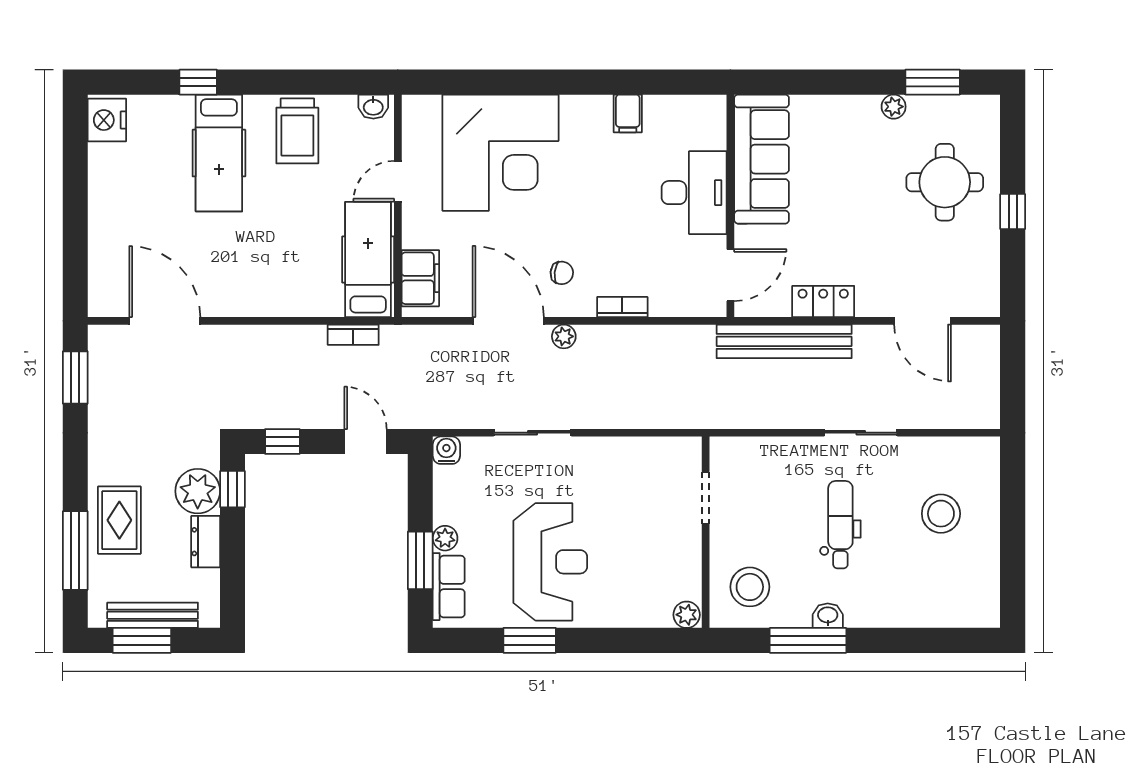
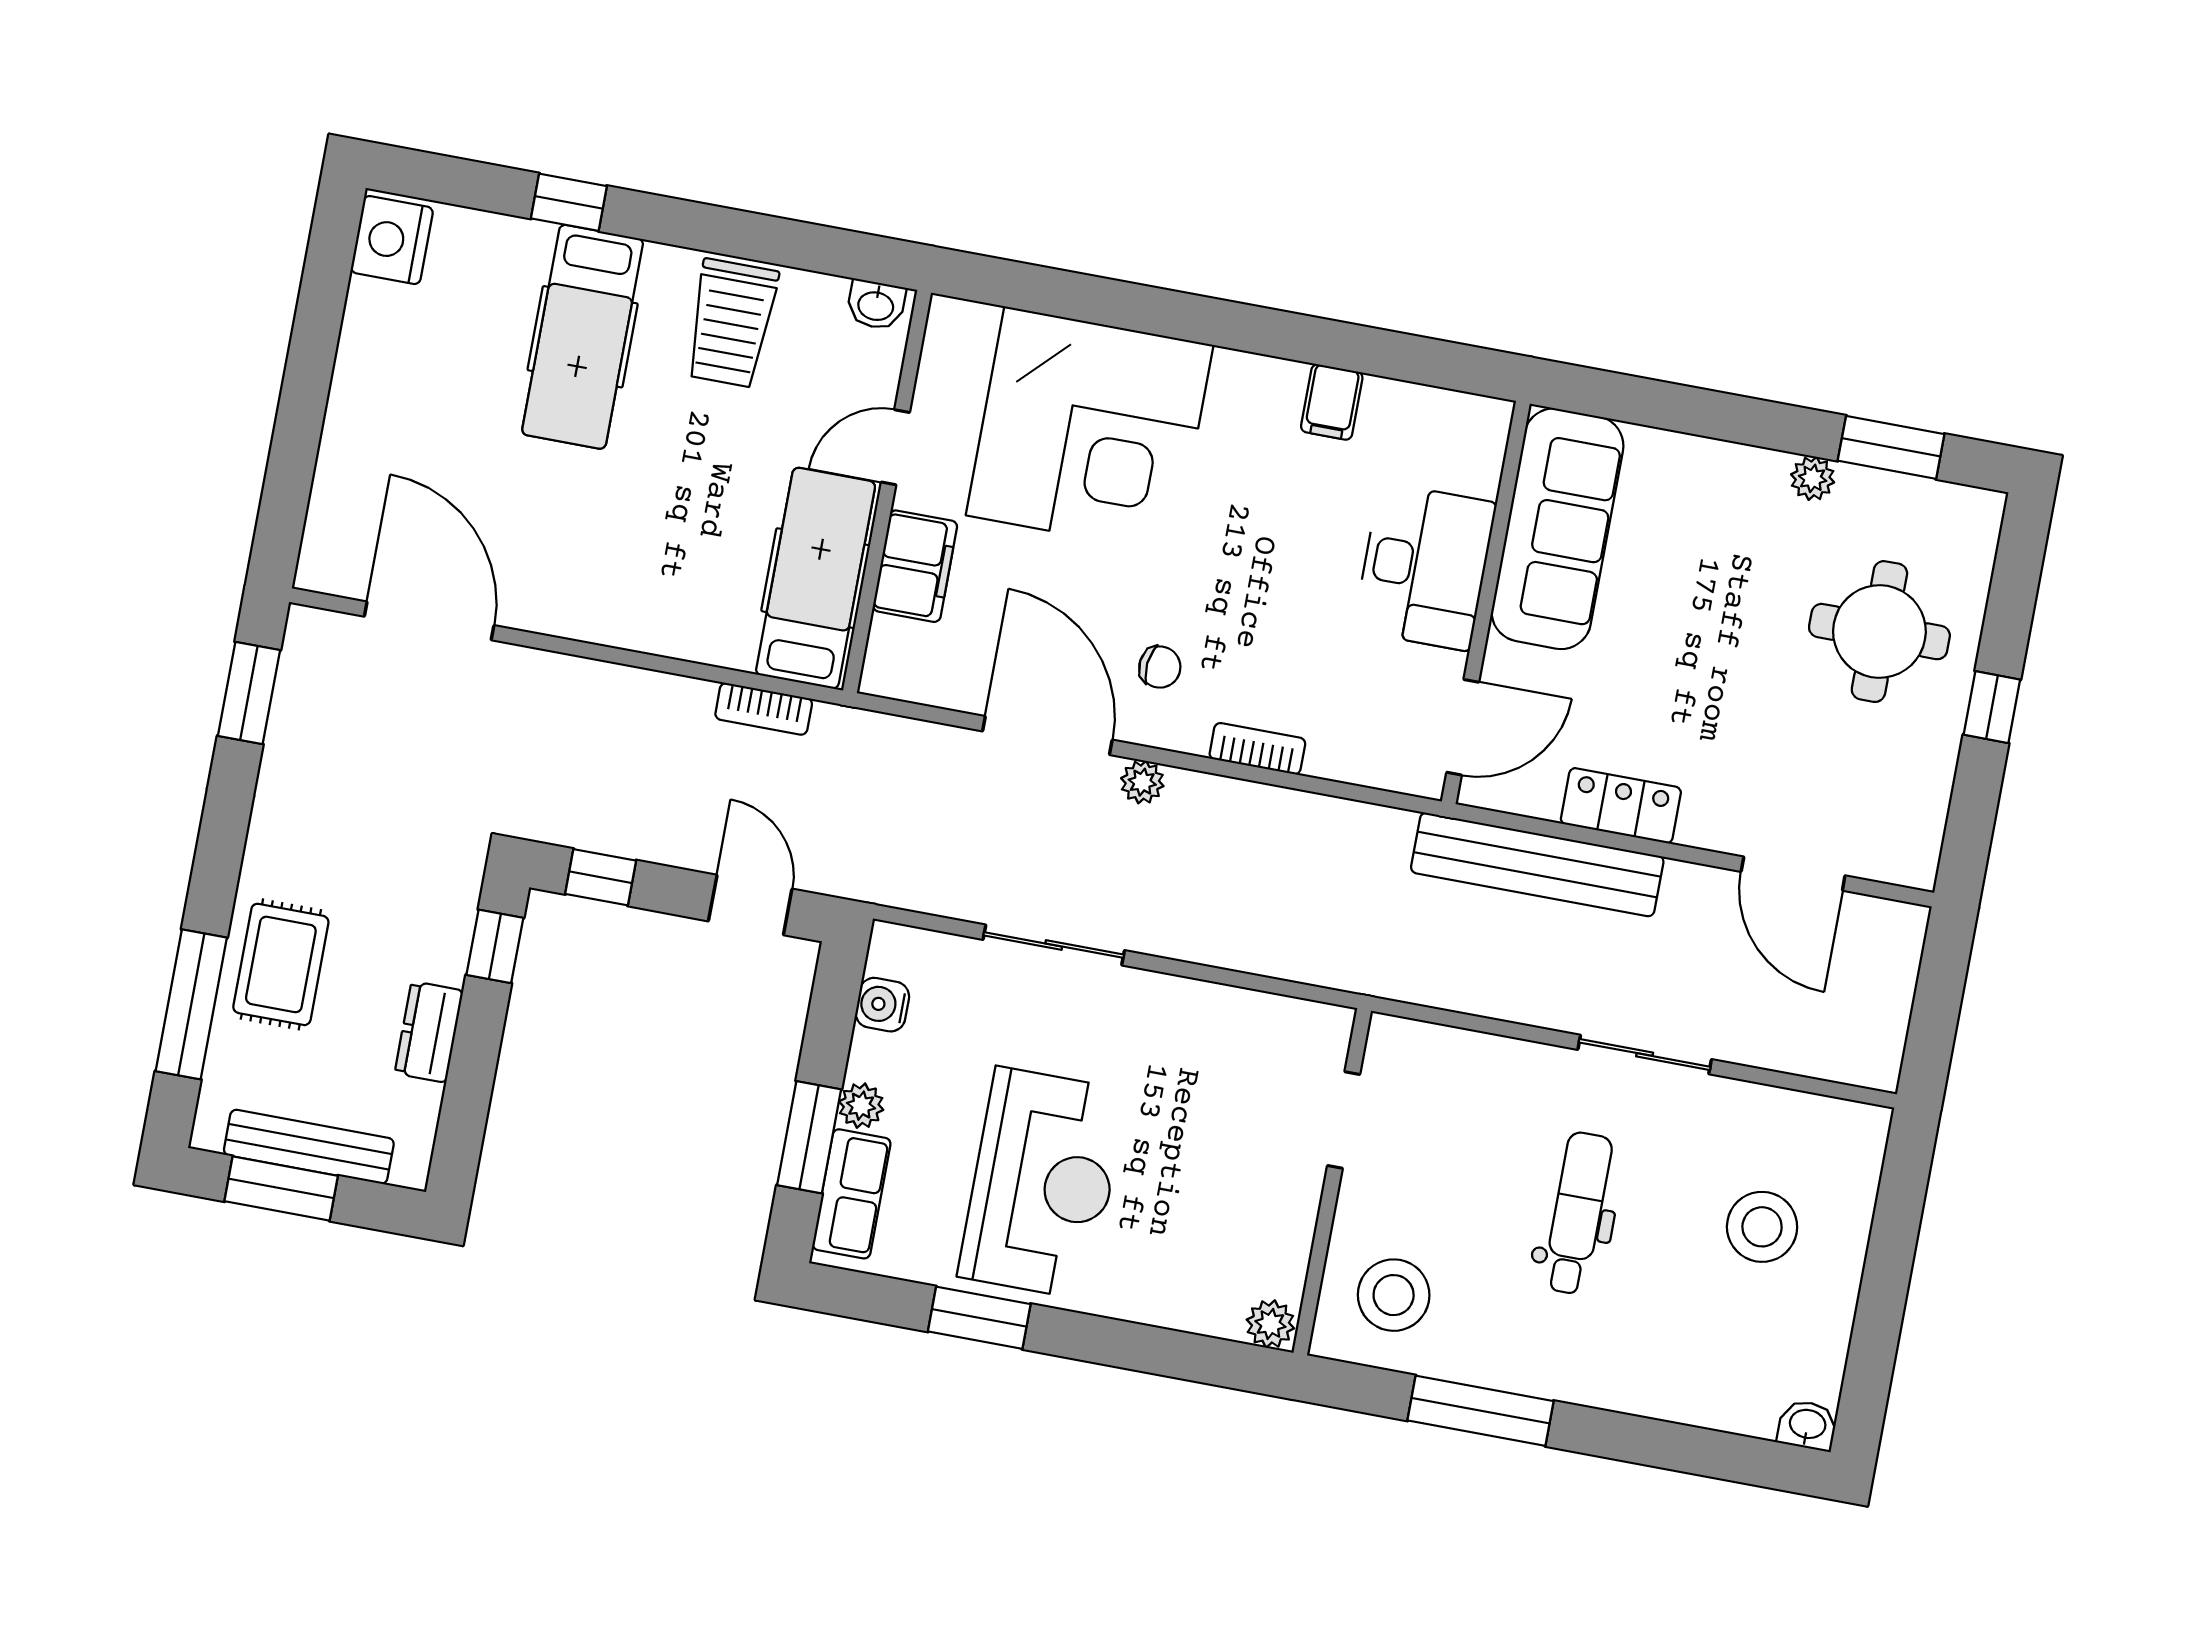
filing cabinet: (420, 278) -> (915, 566), moved
water cooler: (446, 450) -> (882, 1005), moved, turned -90
plant: (198, 491) -> (432, 938), removed
washbasin: (828, 616) -> (1807, 1425), moved

